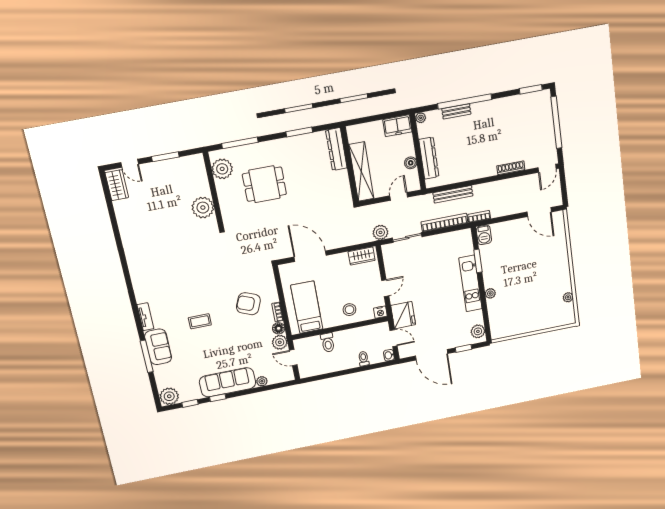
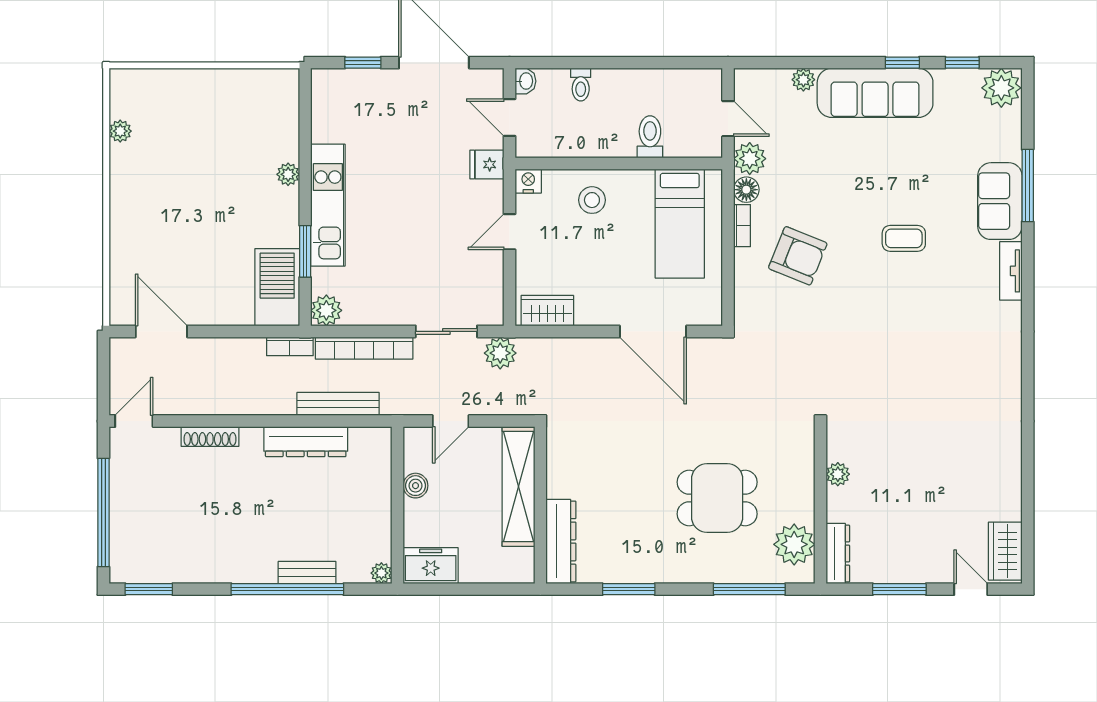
dresser: (429, 158) -> (306, 442), moved, turned -90
dresser: (200, 168) -> (838, 553), added
plant: (203, 208) -> (838, 474), width x0.53, depth x0.53
barbecue: (484, 235) -> (277, 287), width x1.88, depth x1.53
fridge: (403, 315) -> (487, 164), width x0.53, depth x0.75
plant: (478, 331) -> (326, 310), moved

